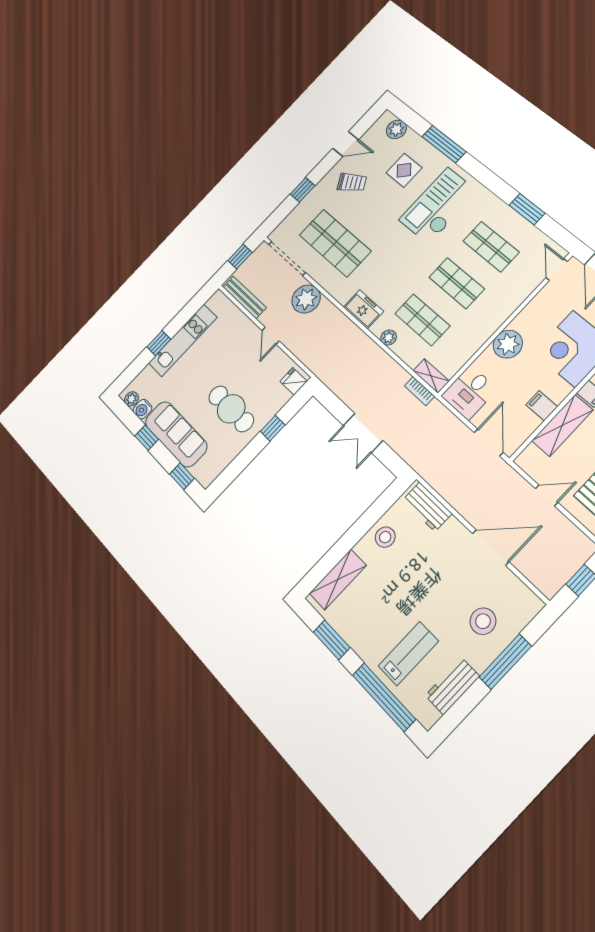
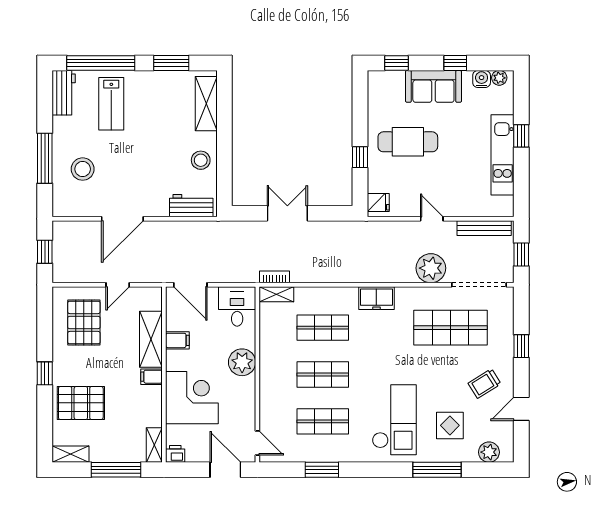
plant: (389, 338) -> (336, 294), removed
sofa: (176, 434) -> (433, 86), width x0.73
workbench: (452, 686) -> (64, 93), moved

